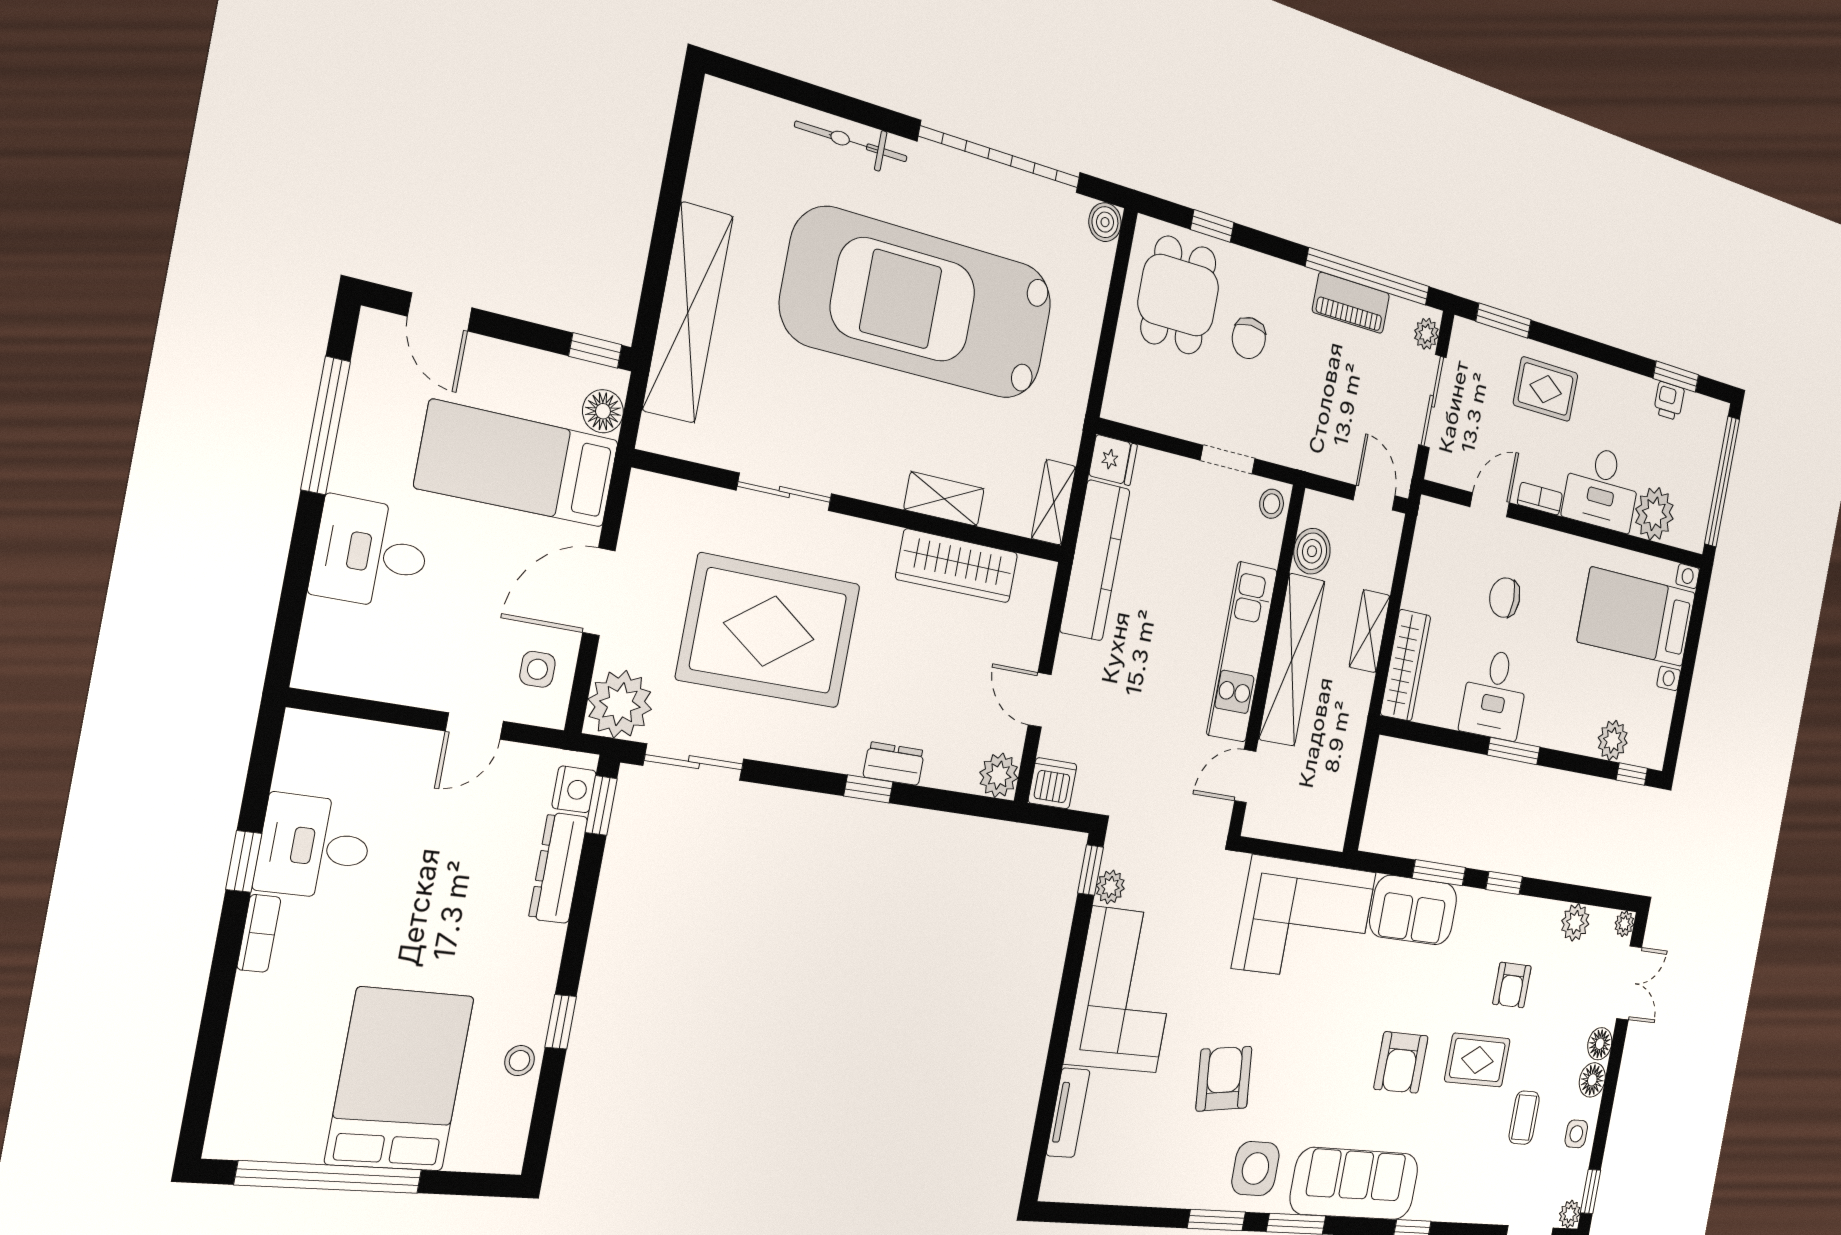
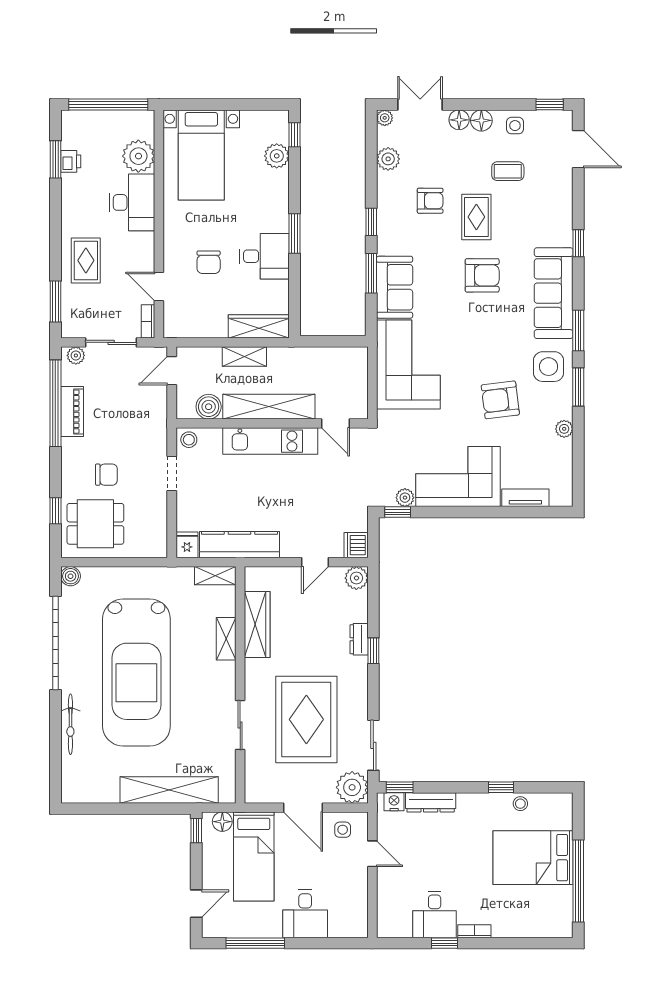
bookcase: (1540, 499) -> (148, 321), moved
plant: (1570, 1214) -> (564, 429), moved

